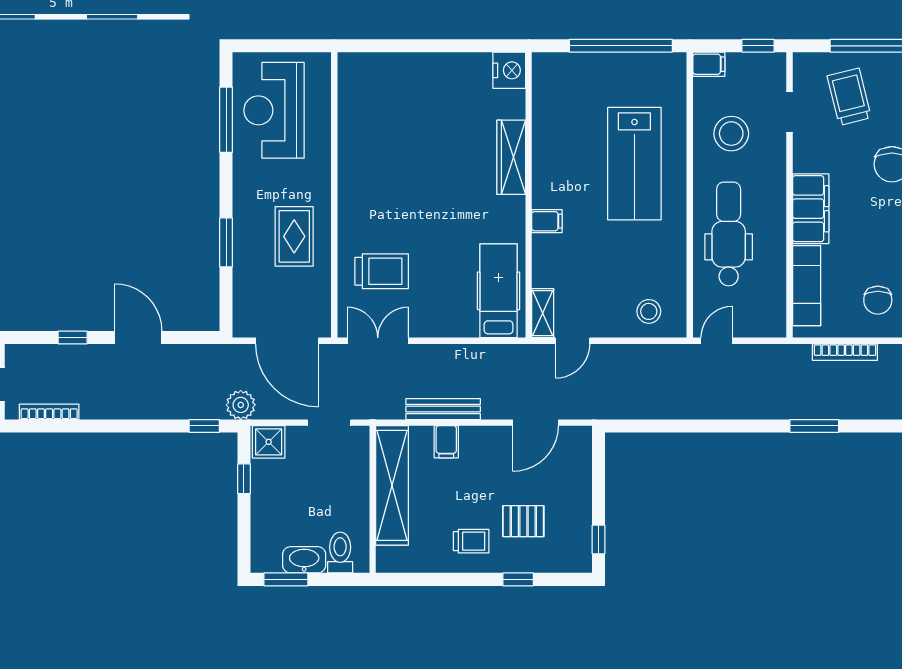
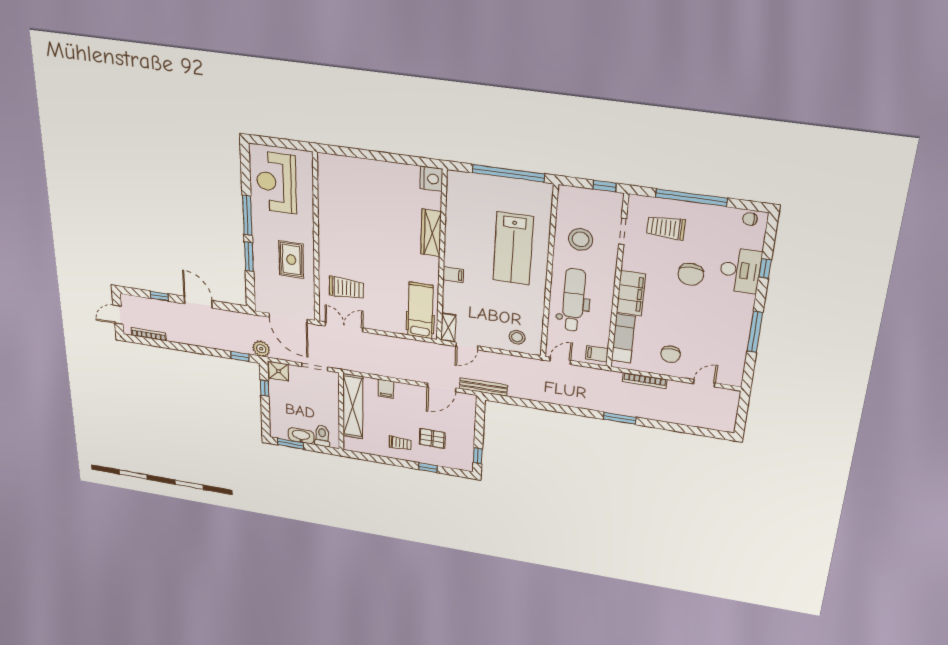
filing cabinet: (709, 64) -> (597, 354), moved, turned 180
trolley: (849, 97) -> (666, 228), turned -76
window: (226, 120) -> (247, 215), moved
bench: (443, 409) -> (483, 387), moved

